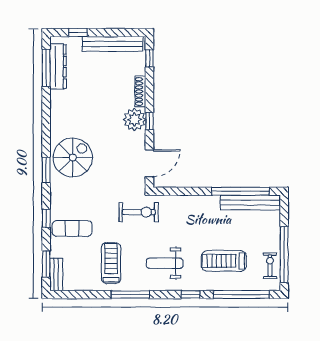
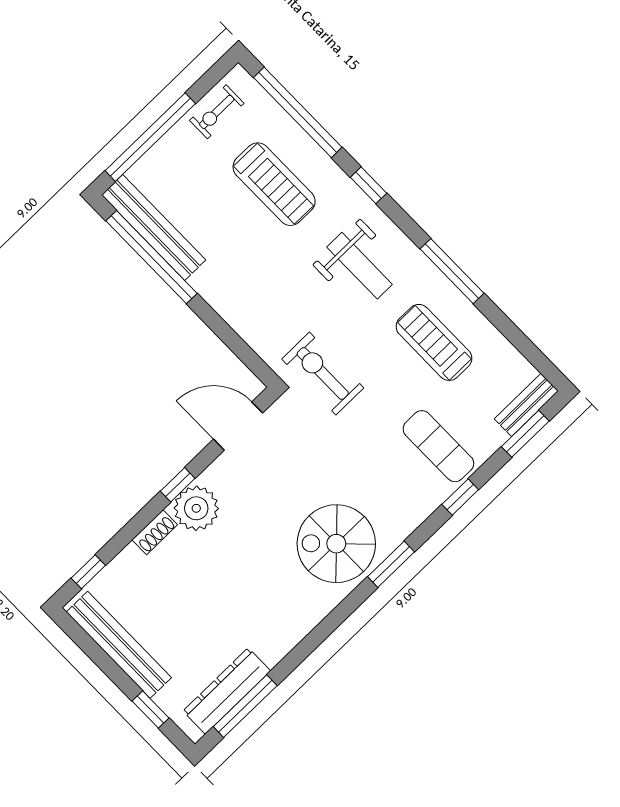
shoe rack: (140, 91) -> (155, 532), width x0.70
window: (284, 254) -> (150, 137), moved
treadmill: (111, 263) -> (434, 342), turned 90

